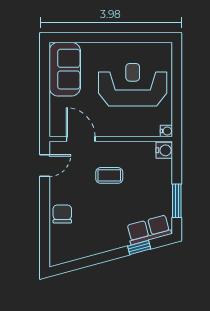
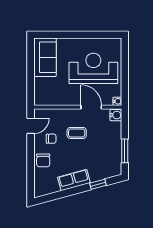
door: (81, 139) -> (91, 107), moved
chair: (73, 184) -> (51, 139), added
chair: (62, 214) -> (43, 160), turned 180
row of seats: (149, 230) -> (74, 180), moved

